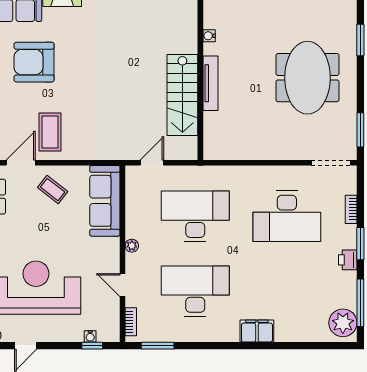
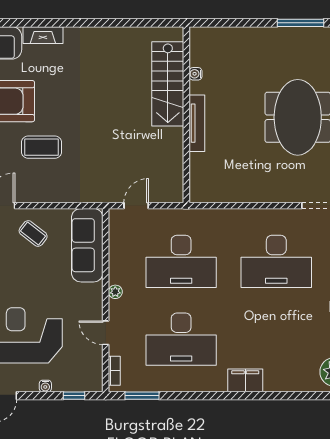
stairs: (182, 95) -> (168, 84), moved
coffee table: (50, 132) -> (41, 147), moved, turned 90
desk: (195, 216) -> (181, 261), turned 180
desk: (195, 291) -> (181, 339), turned 180
water cooler: (90, 336) -> (45, 386), moved

